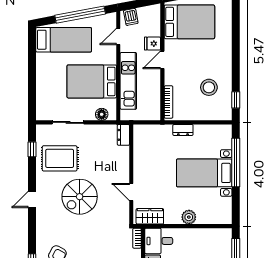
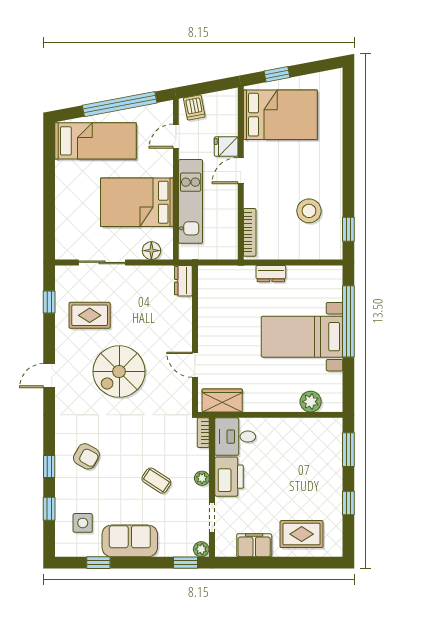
rug: (60, 158) -> (90, 315), width x0.73, depth x0.70
plant: (189, 217) -> (311, 402), moved

